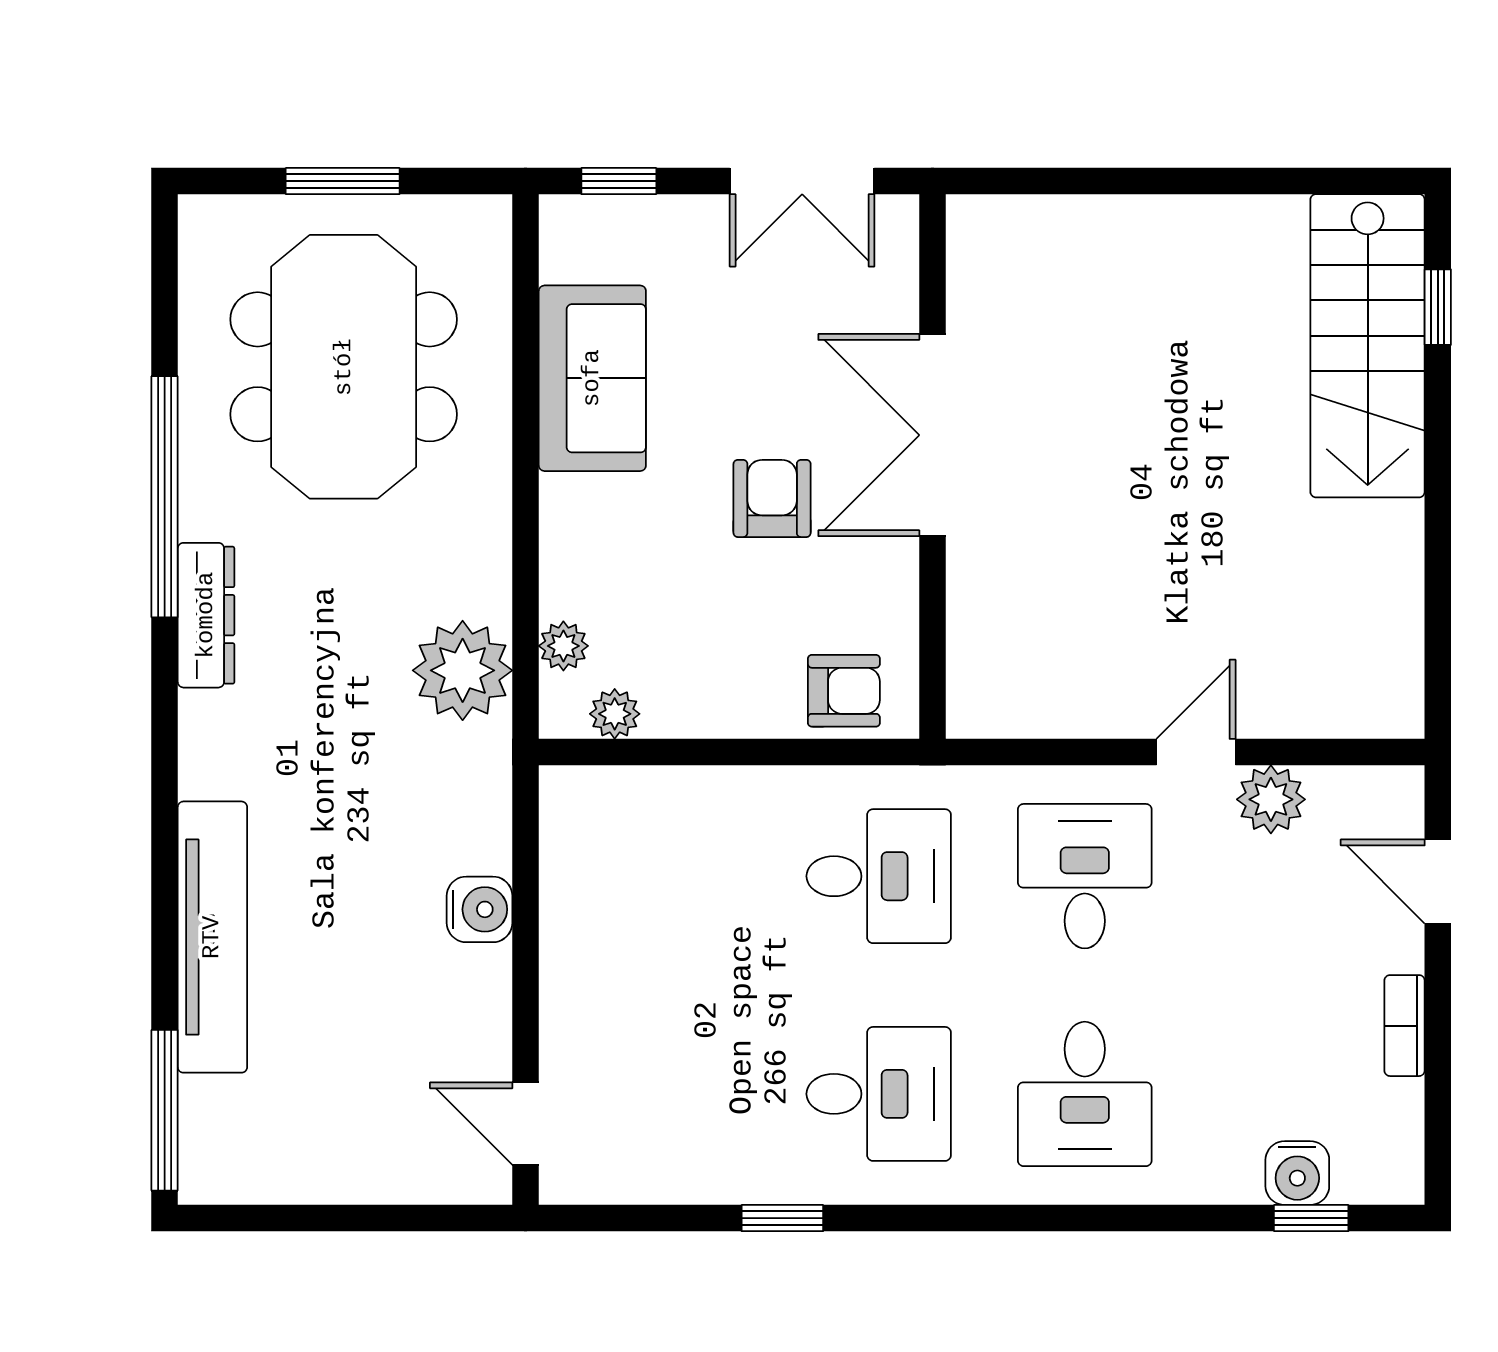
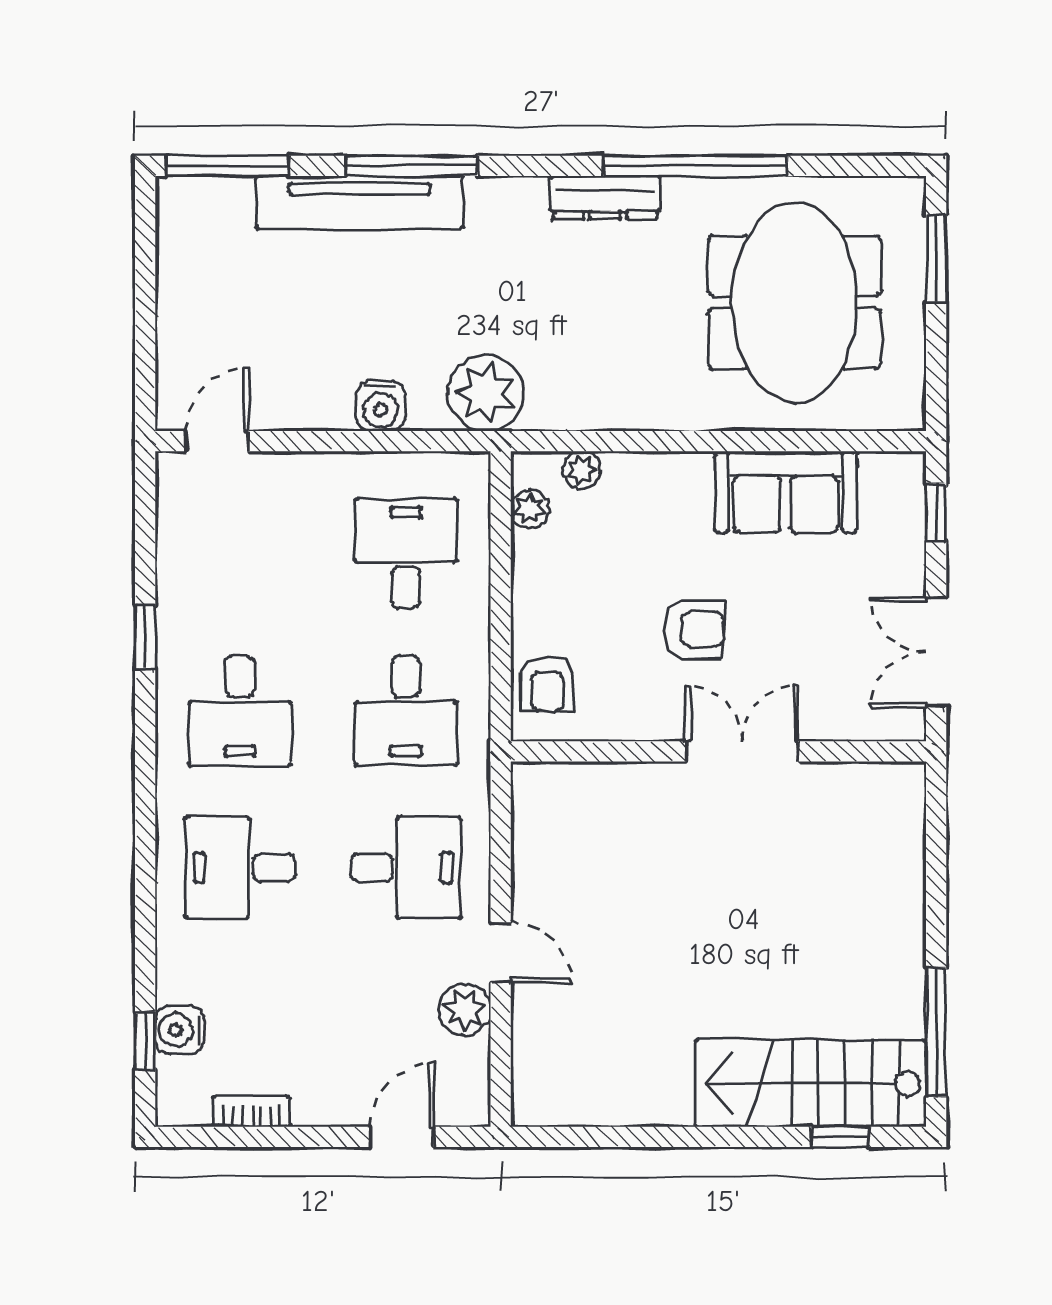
window: (343, 181) -> (936, 259), moved
window: (1300, 181) -> (936, 1032), added
meeting table: (344, 367) -> (794, 302), turned 90
double door: (932, 435) -> (742, 751), width x0.73
plant: (463, 670) -> (486, 393), moved
window: (165, 869) -> (412, 166), added
desk: (673, 876) -> (406, 553), added
bookcase: (1405, 1026) -> (252, 1112), moved

